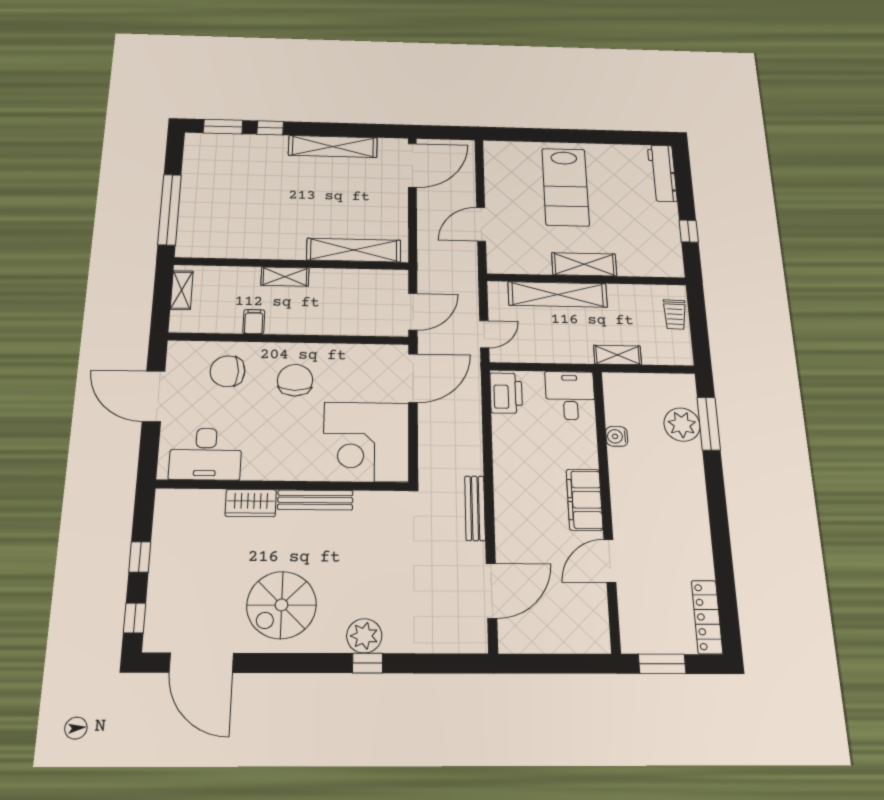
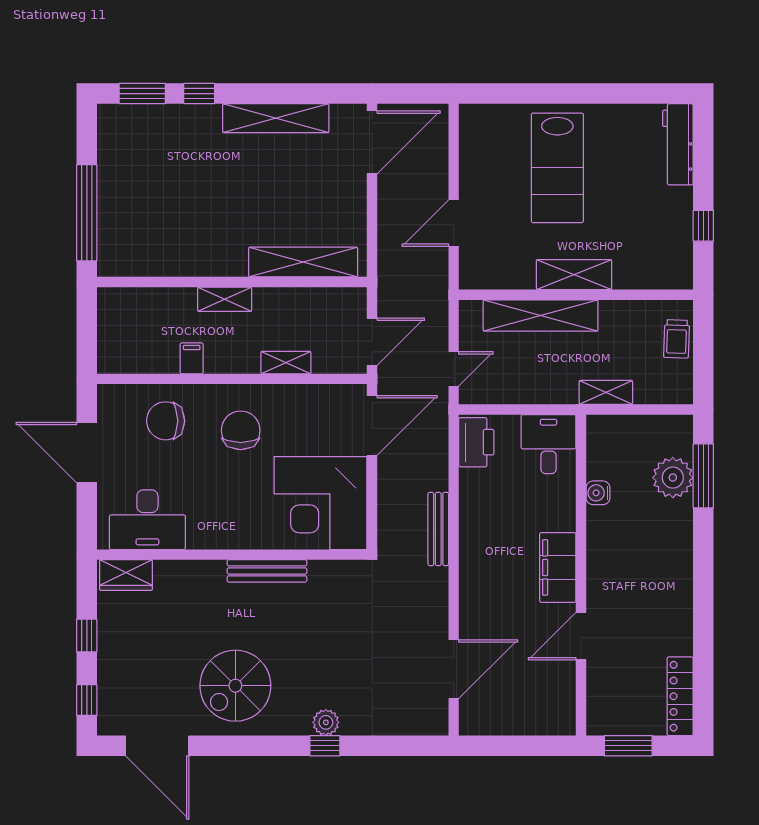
shelving: (182, 290) -> (286, 363), moved, turned 90
wardrobe: (251, 503) -> (126, 575), moved
bench: (475, 508) -> (438, 529), moved
plant: (364, 636) -> (326, 722), width x0.73, depth x0.73

